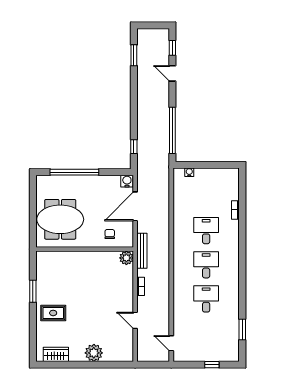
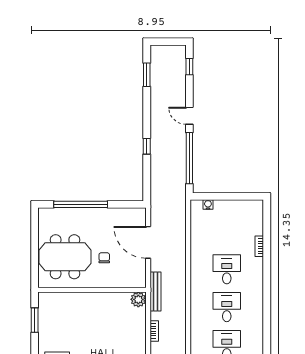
door: (172, 73) -> (189, 116), moved
window: (134, 147) -> (147, 146), moved
water cooler: (127, 181) -> (139, 214), removed
door: (135, 206) -> (148, 242), hinge flipped
chair: (110, 234) -> (104, 258), moved
window: (33, 291) -> (35, 320), moved

